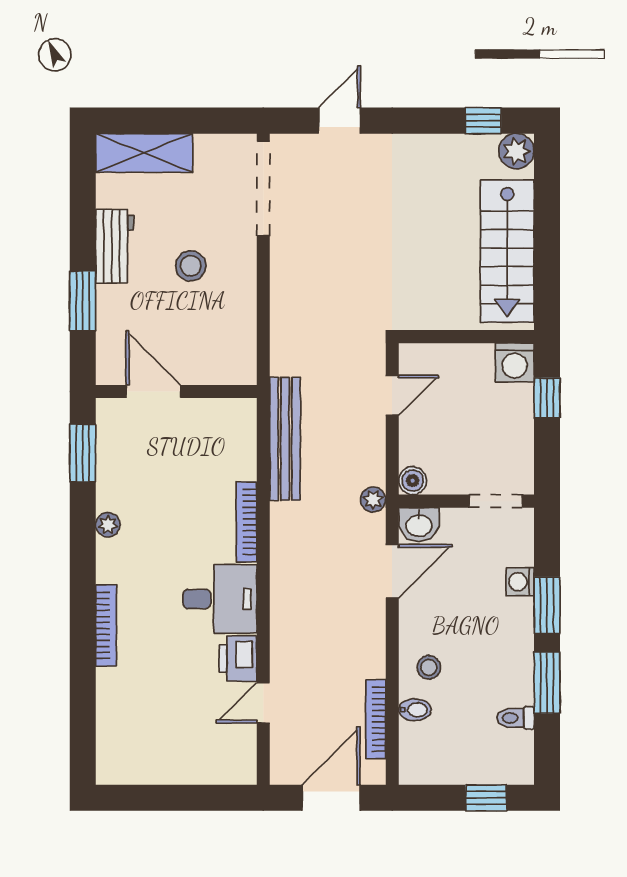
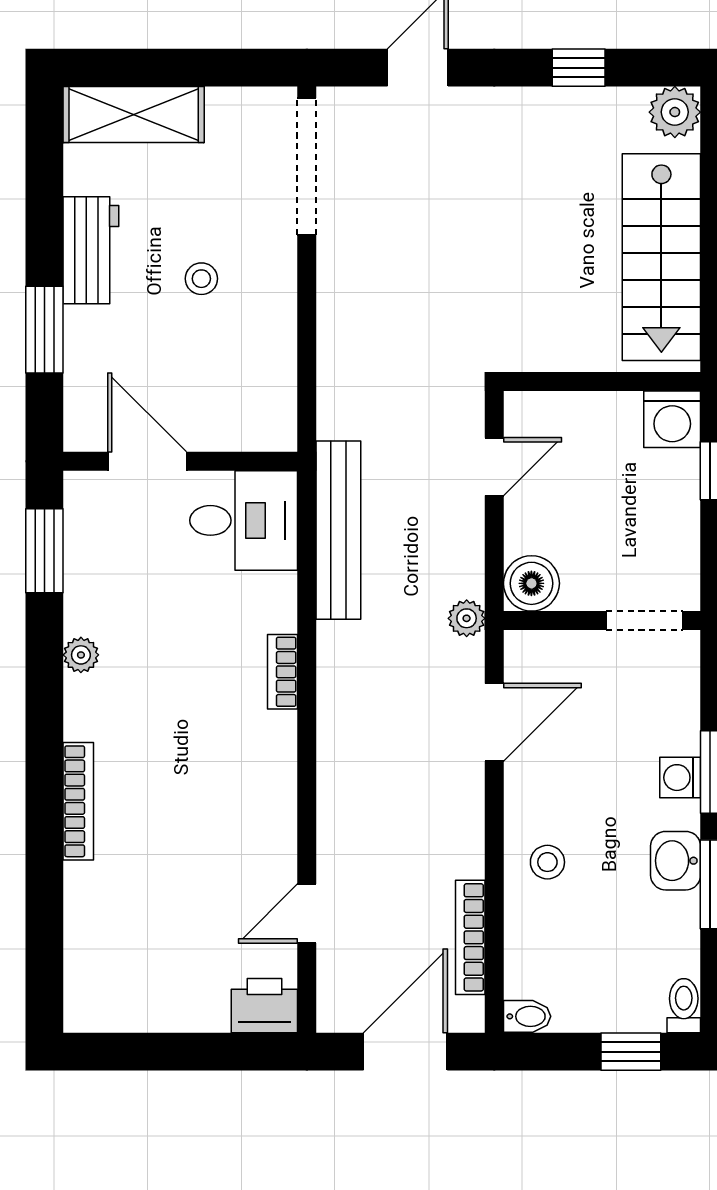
window: (483, 121) -> (579, 68), moved
stool: (191, 266) -> (201, 279), width x0.73, depth x0.73
boiler: (413, 481) -> (531, 583), width x1.36, depth x1.36
bookcase: (247, 522) -> (283, 672), width x0.64
washbasin: (419, 525) -> (676, 861), moved, turned 90
washing machine: (520, 582) -> (680, 778), moved
desk: (220, 599) -> (244, 520), moved
printer: (238, 659) -> (264, 1006), moved, turned 90
bidet: (415, 710) -> (527, 1016), moved
toilet: (515, 718) -> (684, 1006), moved, turned 90

